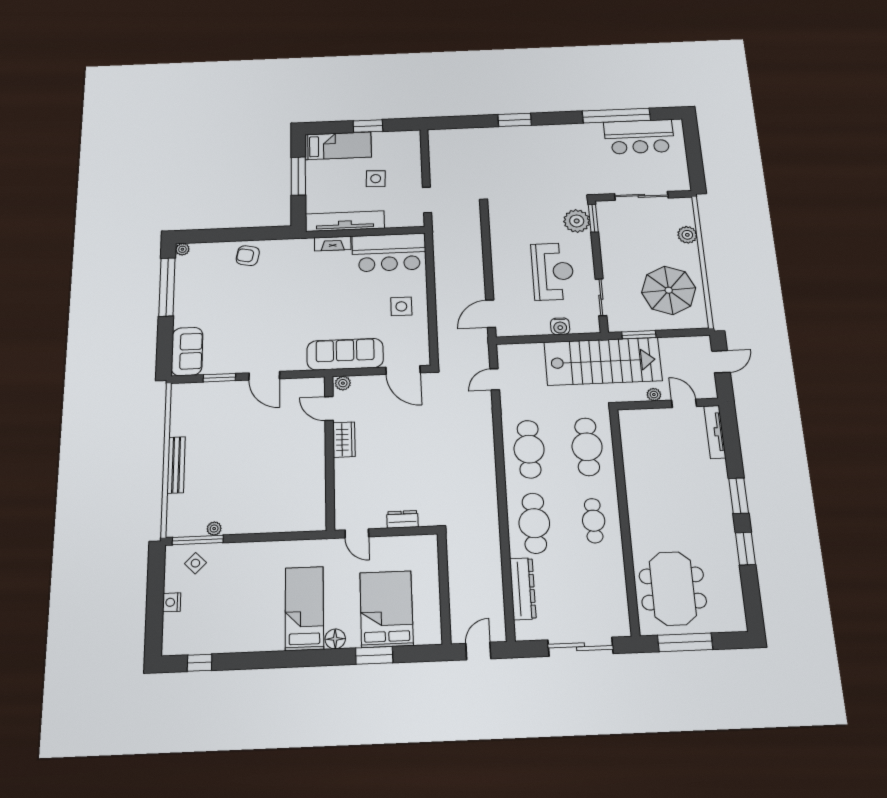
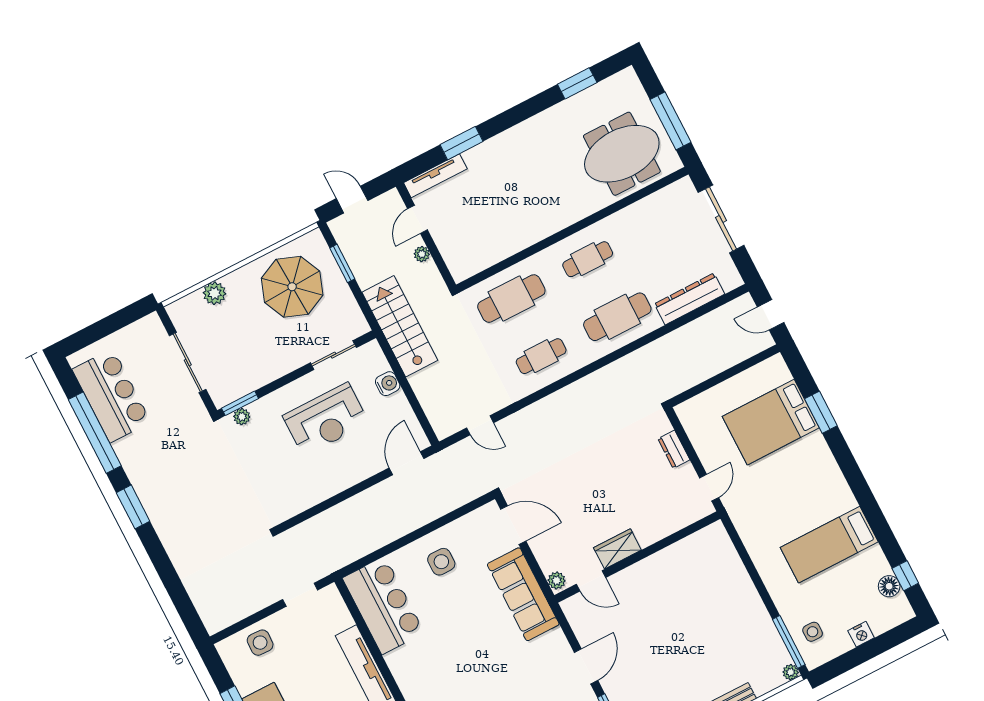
window: (515, 120) -> (133, 507), moved
side table: (376, 179) -> (260, 643), moved
plant: (577, 221) -> (242, 417), width x0.53, depth x0.53
fireplace: (333, 244) -> (401, 672), removed
reception desk: (553, 271) -> (326, 419), turned 180
door: (491, 314) -> (406, 463), swing flipped
window: (639, 335) -> (342, 263), moved
stairs: (603, 361) -> (400, 326), width x0.73, depth x0.66
door: (403, 370) -> (513, 525), hinge flipped
door: (329, 409) -> (591, 581), hinge flipped
cafe table: (529, 449) -> (541, 356), width x0.73, depth x0.74
window: (739, 496) -> (462, 143), moved
plant: (214, 529) -> (791, 672), moved
window: (745, 549) -> (577, 83), moved
side table: (195, 563) -> (813, 632), turned 45
bed: (304, 608) -> (829, 545), moved
floor lamp: (335, 639) -> (889, 586), moved

